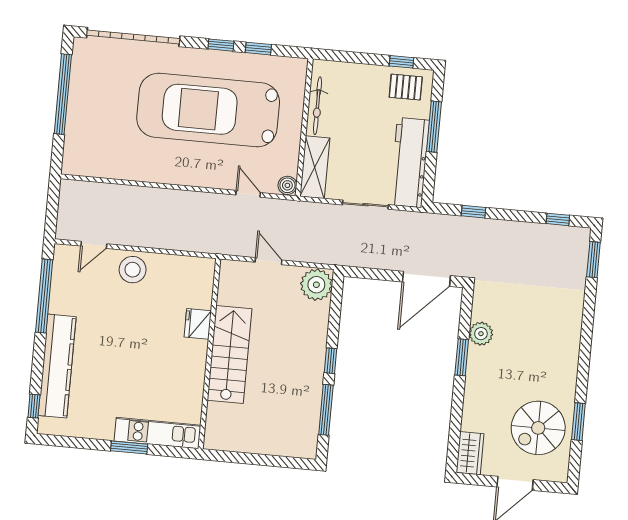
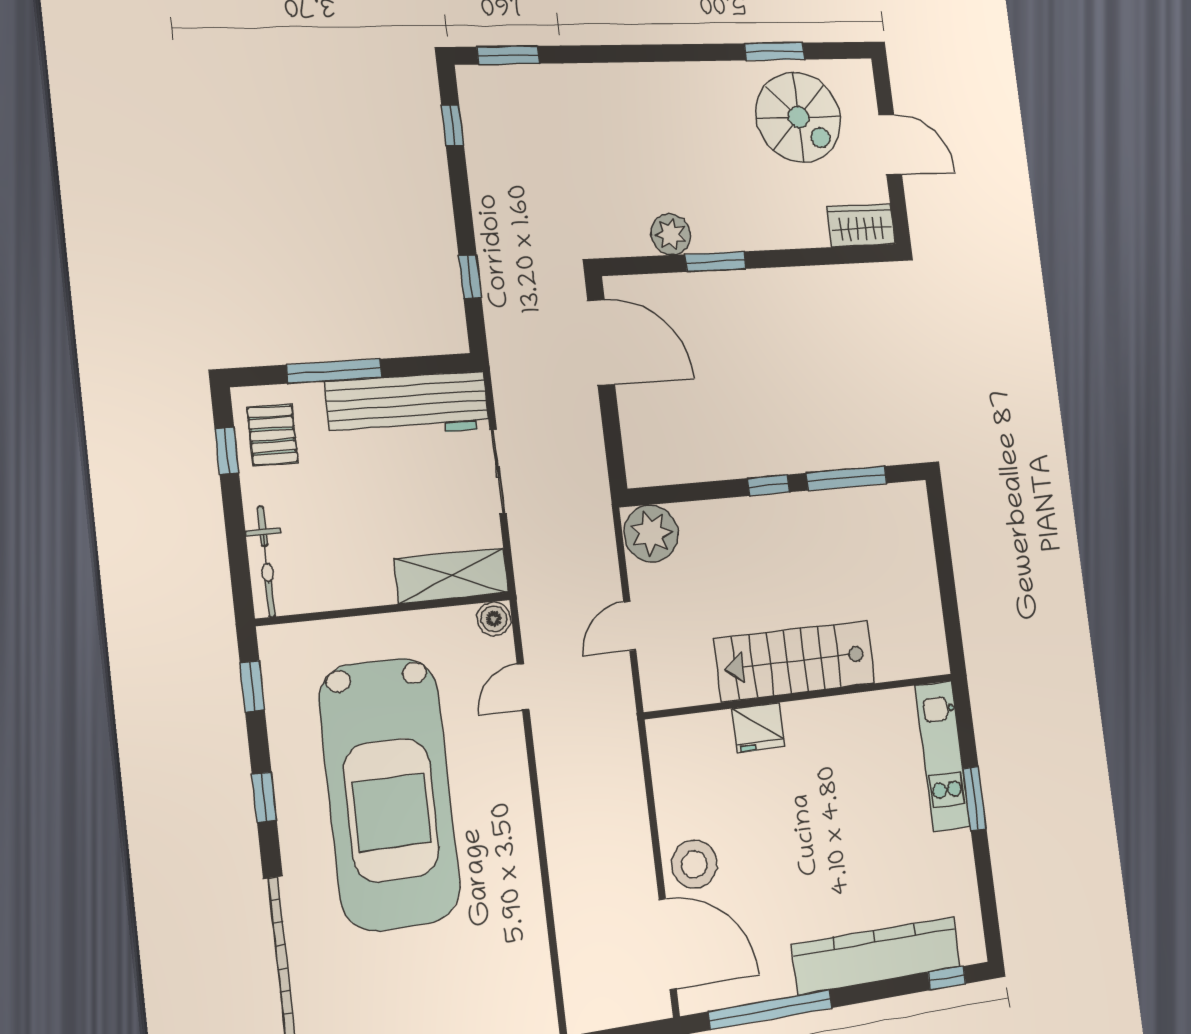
window: (258, 49) -> (252, 686), moved
bicycle: (317, 106) -> (266, 561), moved, turned 90
door: (94, 245) -> (668, 944), width x1.88

